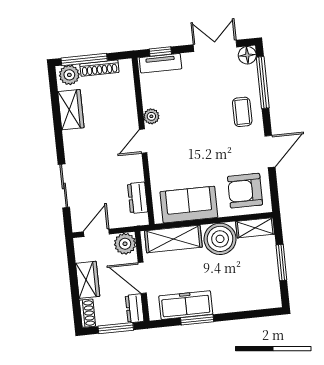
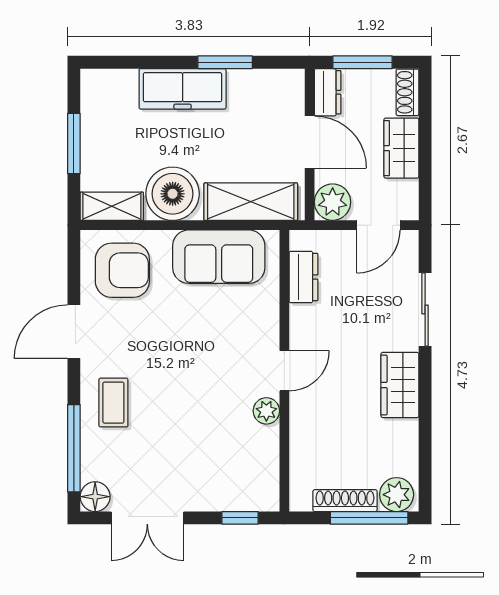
tv unit: (160, 63) -> (242, 498), removed
wardrobe: (71, 110) -> (400, 385), moved
freezer: (186, 305) -> (183, 89), moved

